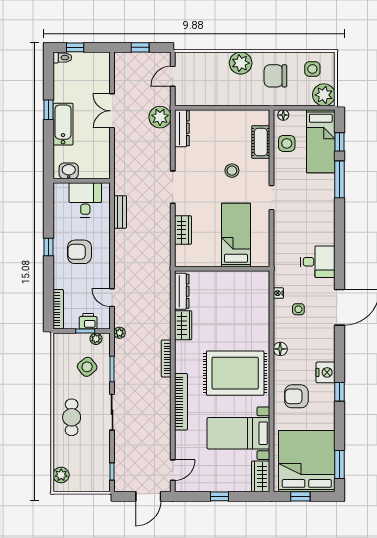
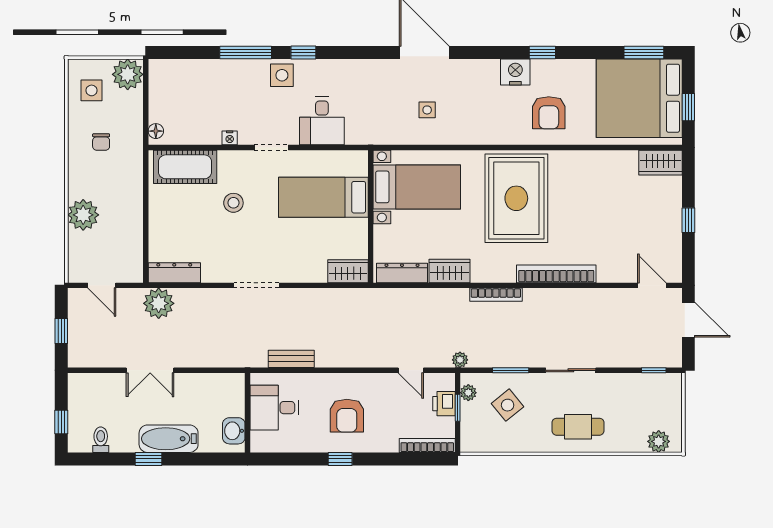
toilet: (62, 58) -> (101, 440), moved
plant: (241, 63) -> (83, 215), moved
chair: (275, 76) -> (101, 142), width x0.54, depth x0.54
bed: (321, 141) -> (192, 79), removed
cot: (261, 142) -> (185, 167), width x1.37, depth x1.34
window: (340, 142) -> (303, 52), moved
side table: (287, 143) -> (282, 75), moved
wardrobe: (183, 230) -> (348, 271), moved
desk: (318, 262) -> (322, 121), moved, turned 180
nightstand: (278, 293) -> (230, 138), moved
door: (112, 298) -> (411, 370), hinge flipped
floor lamp: (280, 349) -> (483, 135), removed
bed with nightstands: (238, 433) -> (417, 187), moved, turned -90

